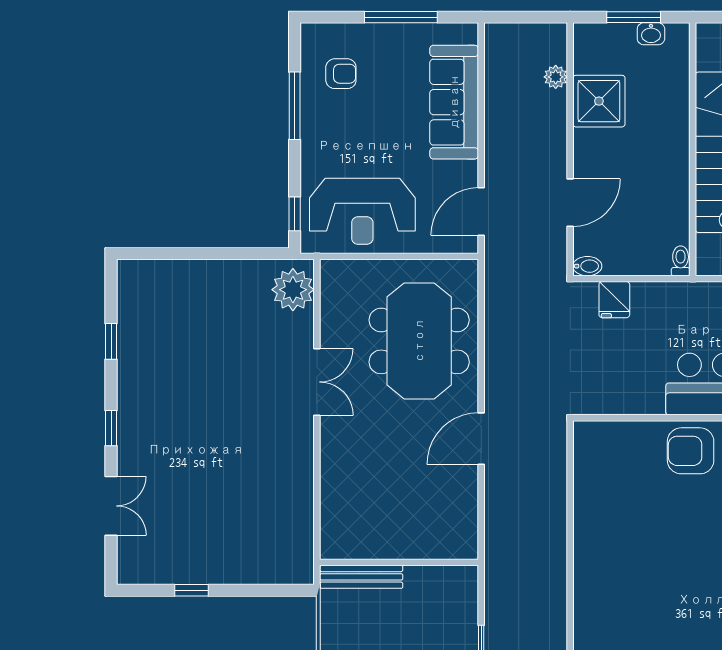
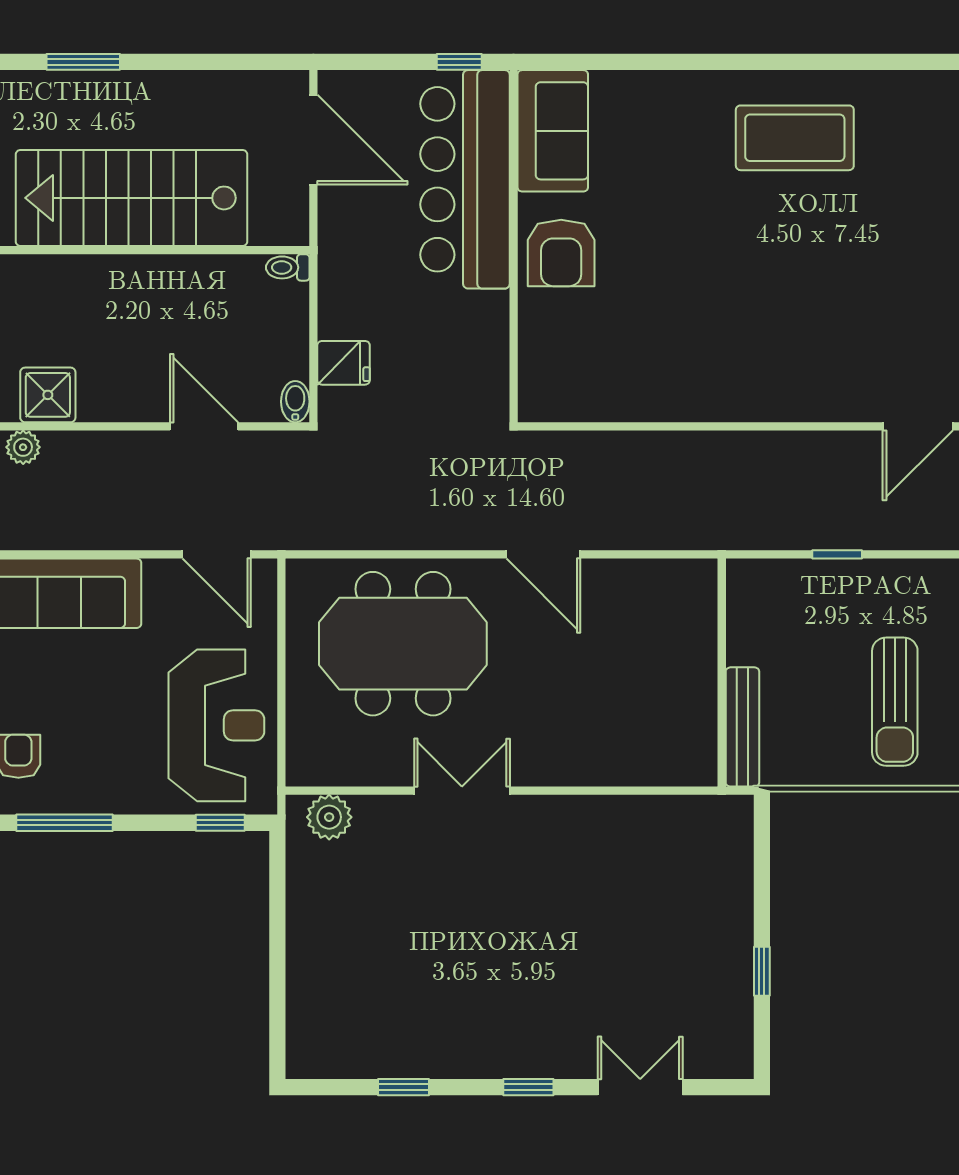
shower: (599, 101) -> (48, 395), width x0.73, depth x0.73
plant: (293, 290) -> (329, 817), width x0.73, depth x0.73

